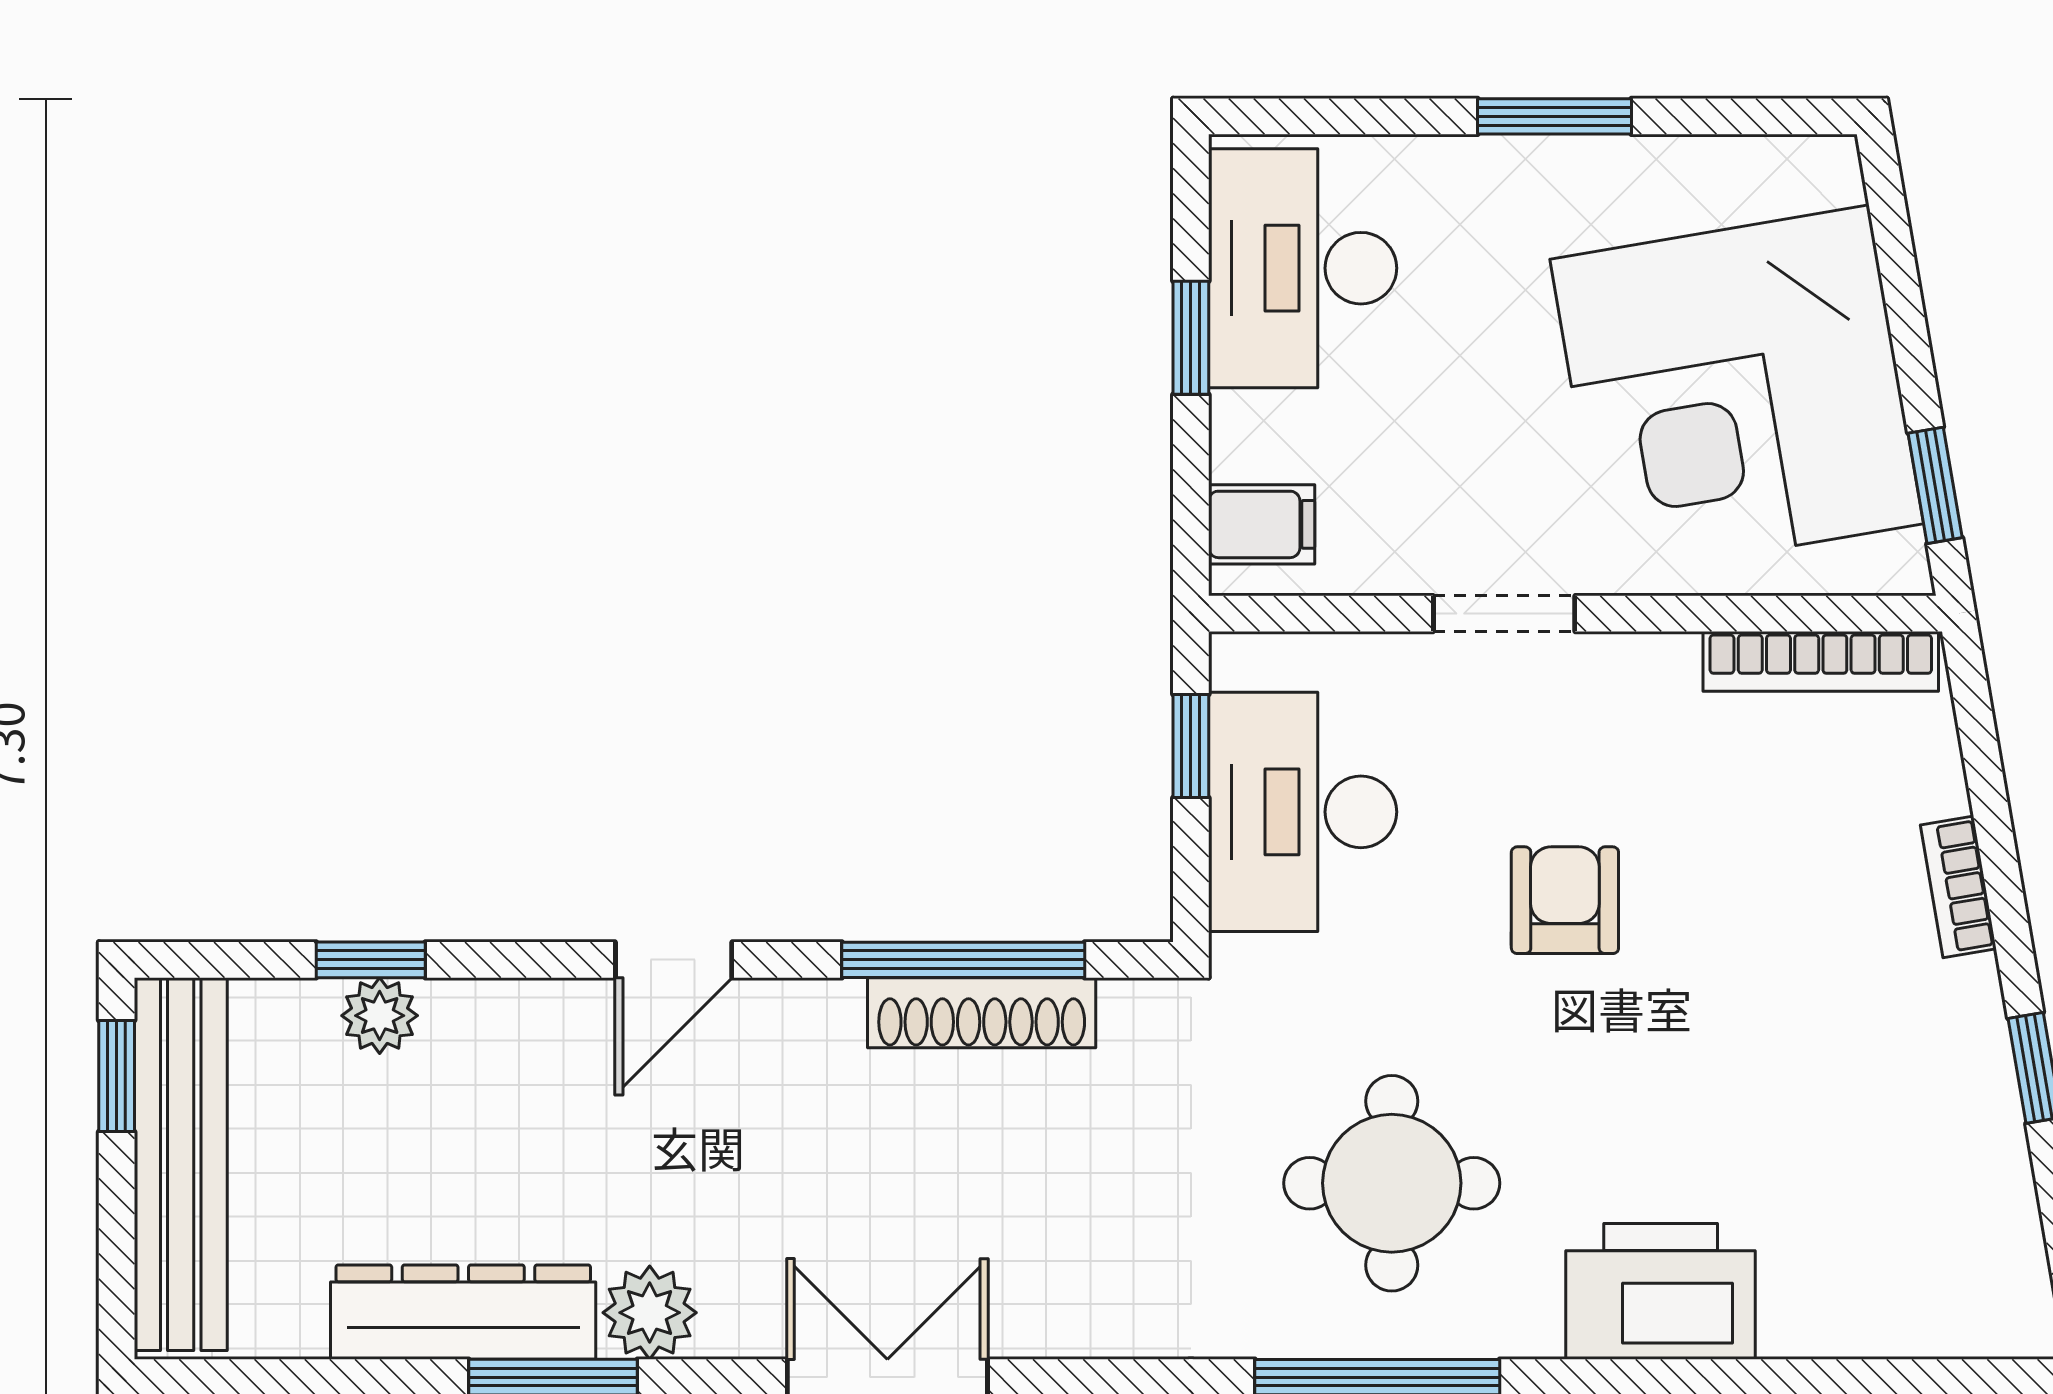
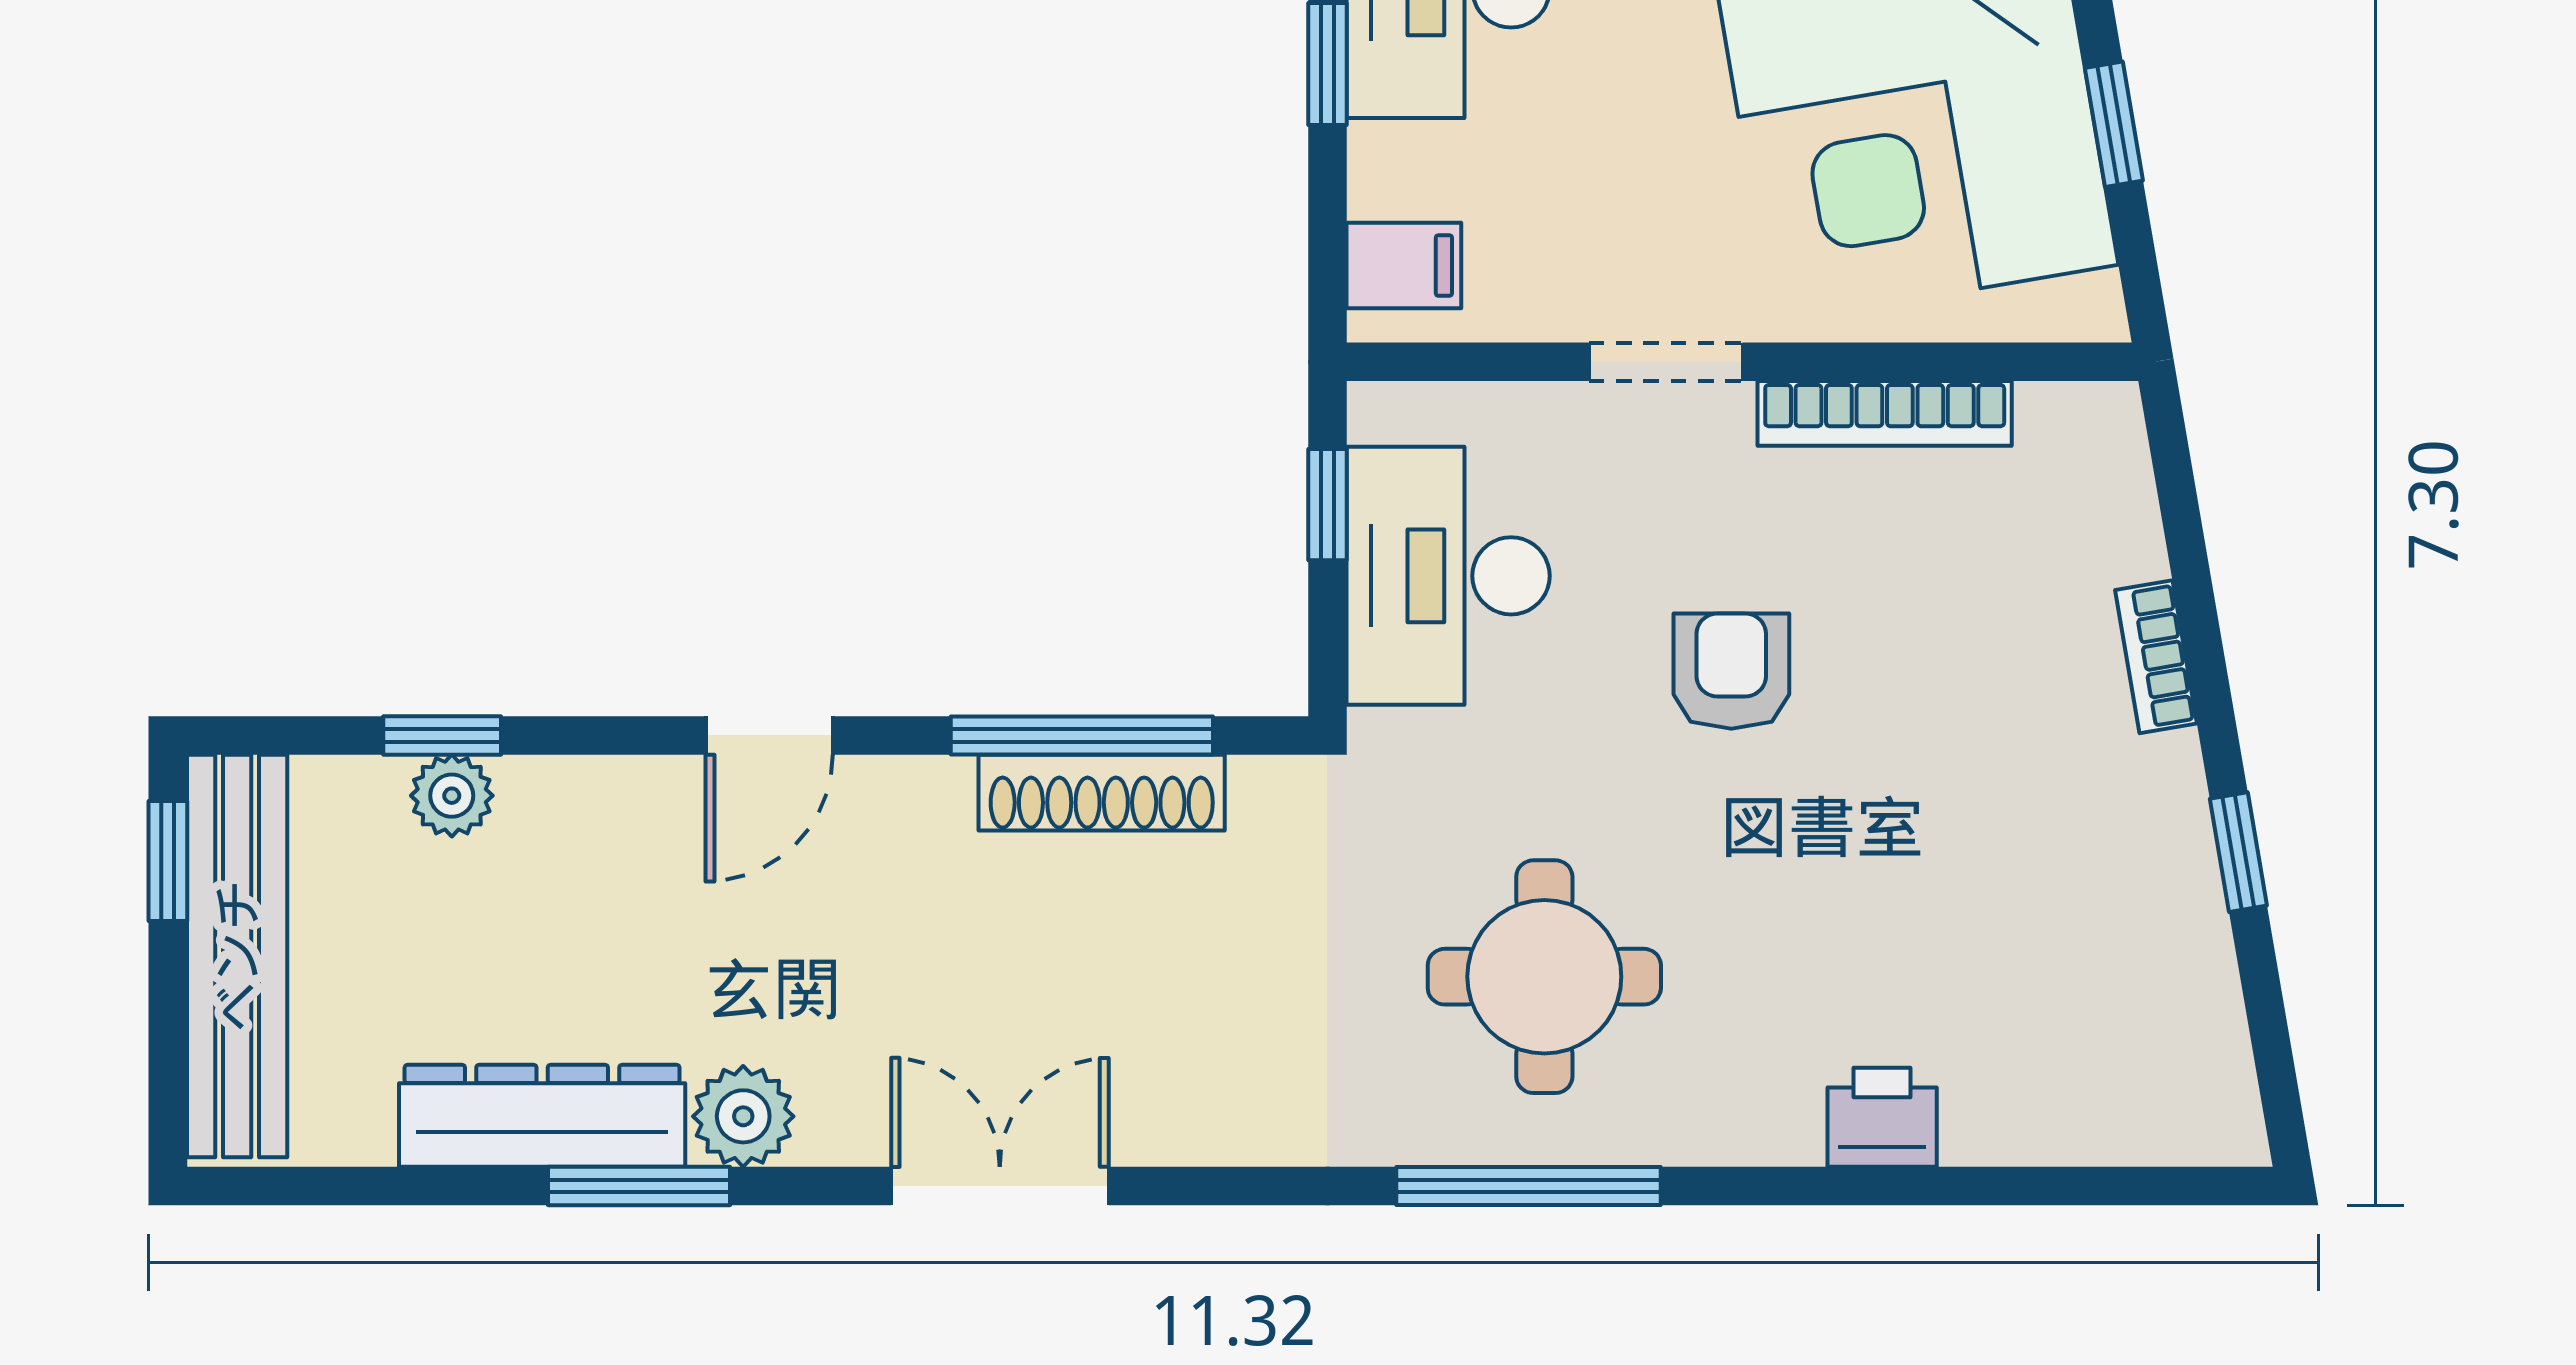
window: (1935, 485) -> (2114, 124), moved
bookcase: (1821, 661) -> (1885, 413), moved
printer: (1661, 1291) -> (1882, 1117), width x0.53, depth x0.68

